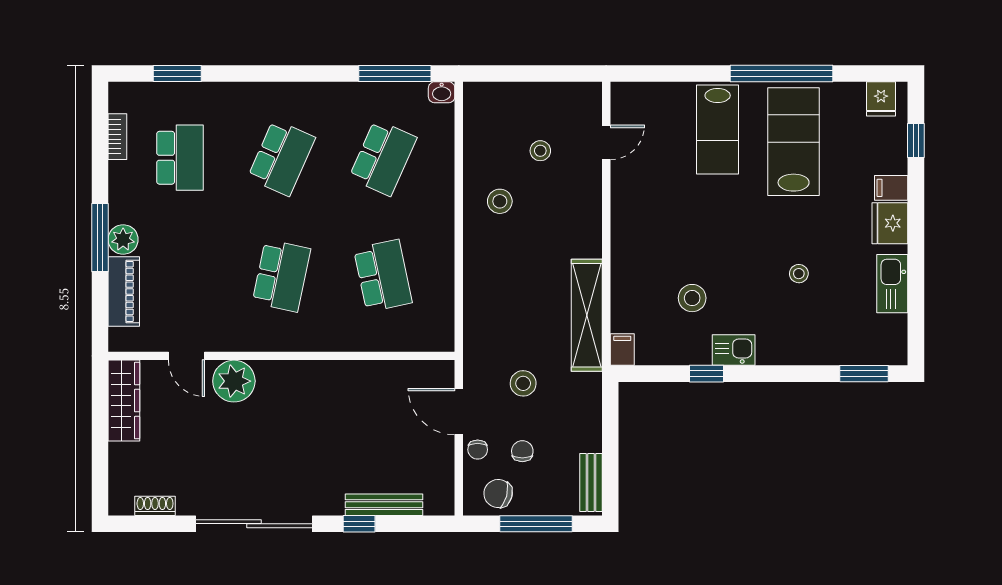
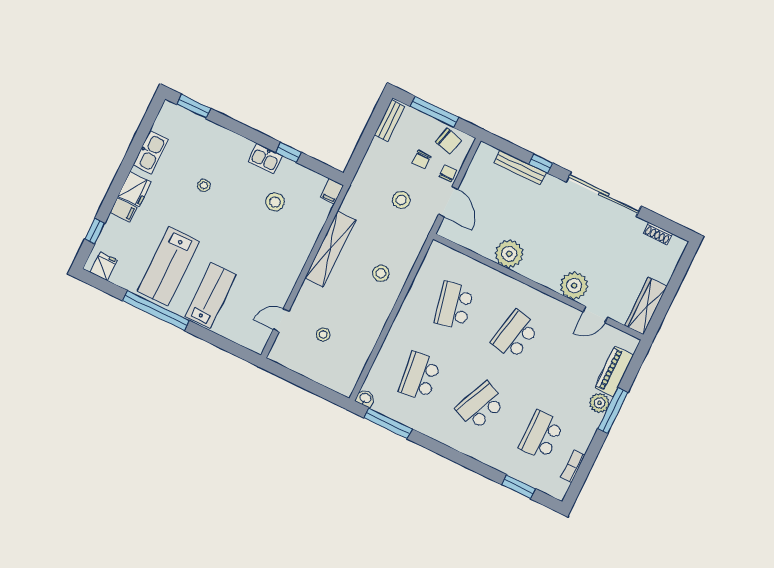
school desk: (383, 158) -> (420, 376), turned -30
stool: (500, 201) -> (381, 273), moved
shelving: (587, 315) -> (330, 249), moved
door: (186, 356) -> (595, 315), swing flipped
plant: (342, 381) -> (509, 254), added

